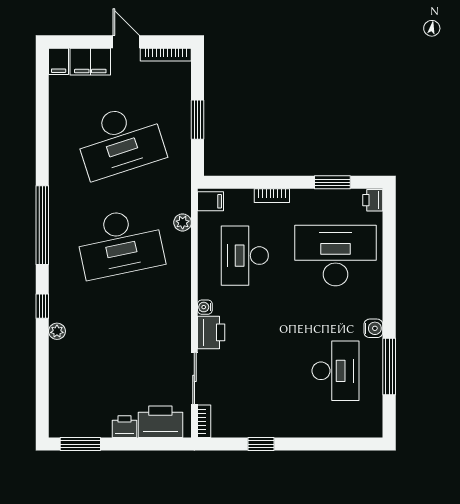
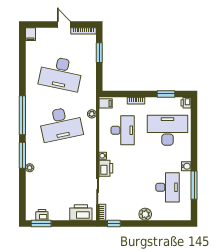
filing cabinet: (90, 62) -> (46, 34), removed
window: (198, 120) -> (99, 53), moved
desk: (120, 141) -> (61, 73), turned 30
desk: (245, 256) -> (123, 130), turned 180
window: (42, 306) -> (22, 155), width x2.17
plant: (290, 425) -> (145, 214), added
printer: (125, 427) -> (42, 215), moved
window: (261, 444) -> (114, 224), moved

